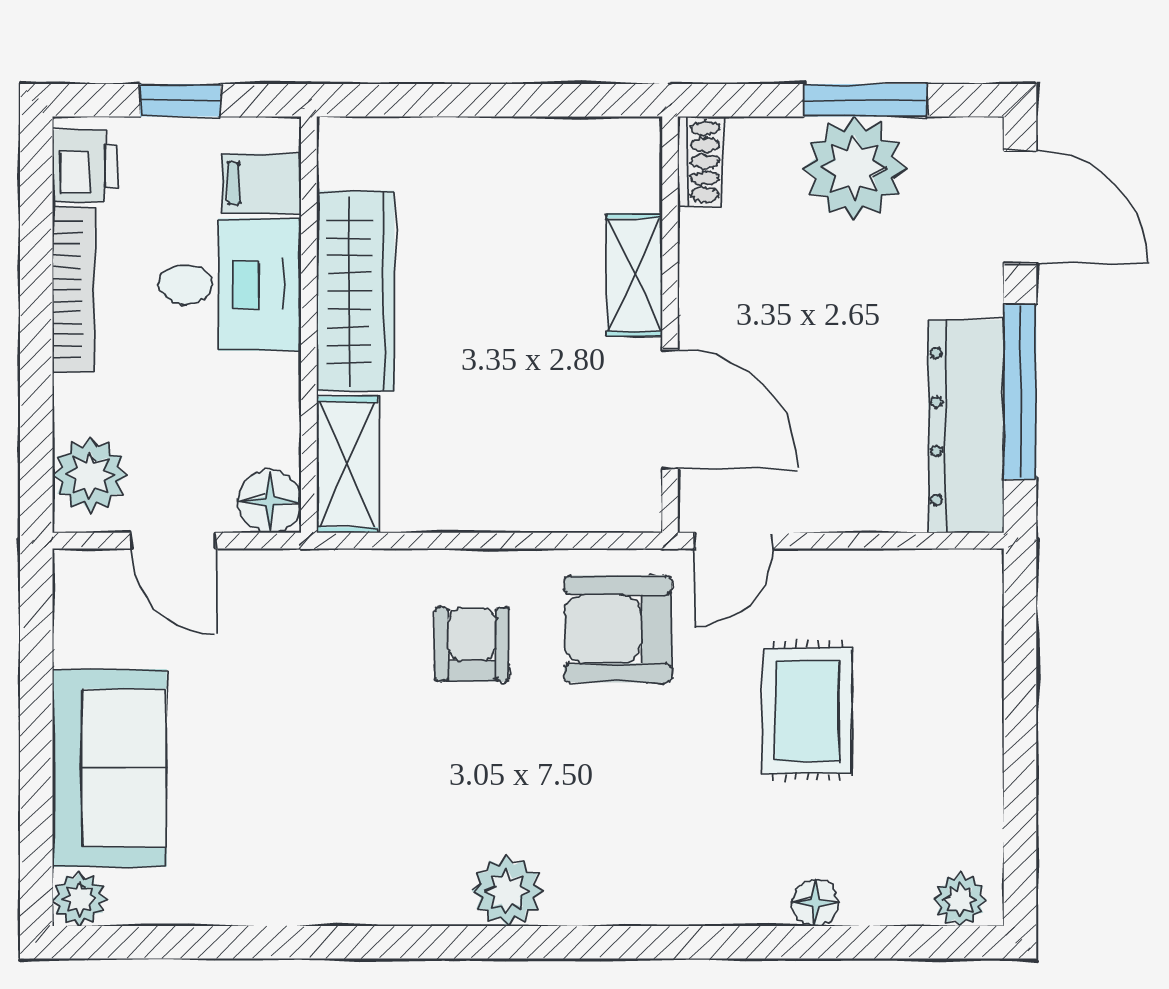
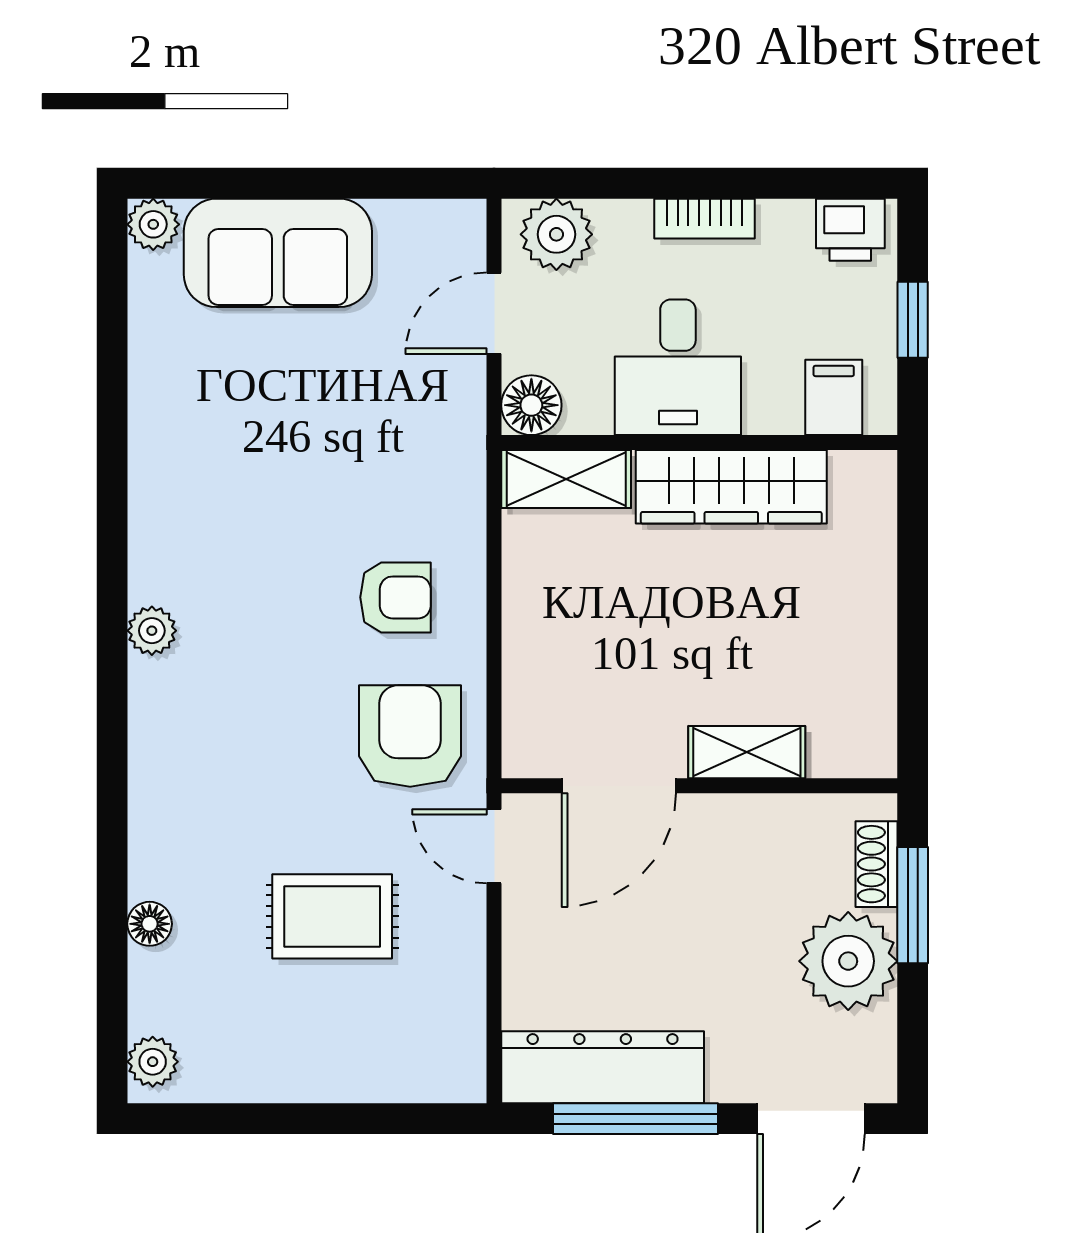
window: (866, 100) -> (913, 905), moved
shoe rack: (700, 162) -> (876, 864), moved, turned 90
desk: (230, 285) -> (678, 367), moved
bookcase: (73, 290) -> (705, 219), width x0.64
plant: (507, 891) -> (152, 631), width x0.73, depth x0.73

